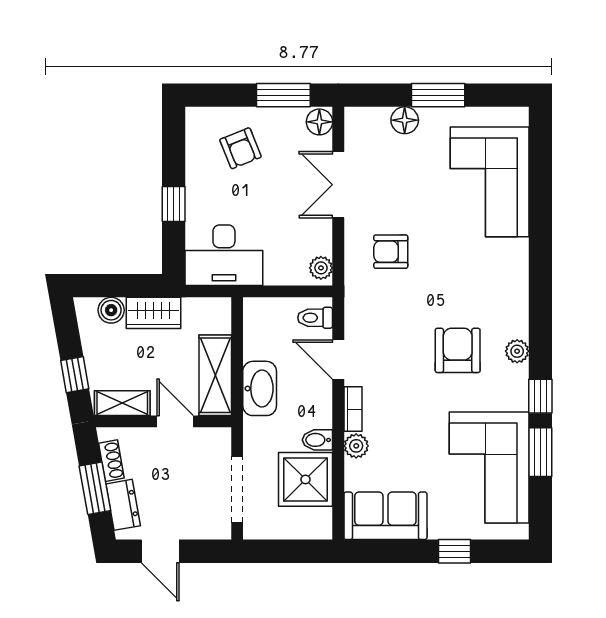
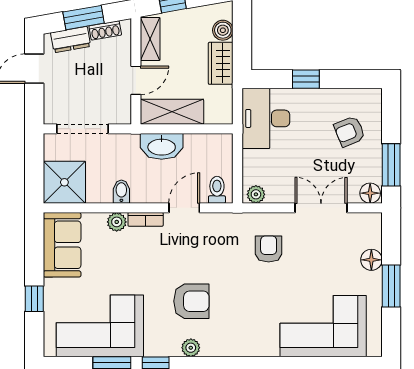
shower: (306, 479) -> (64, 182), moved

